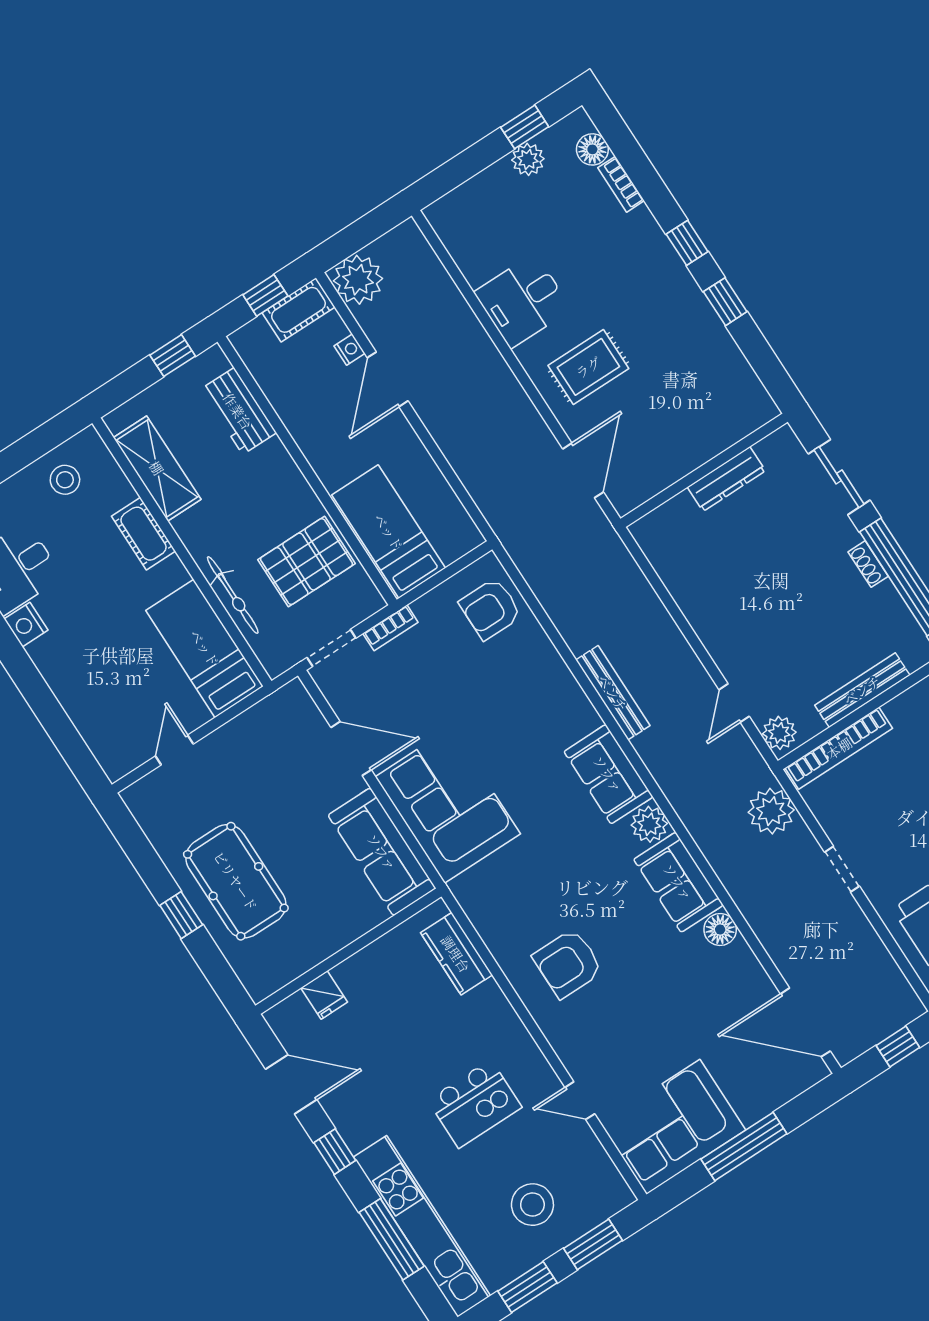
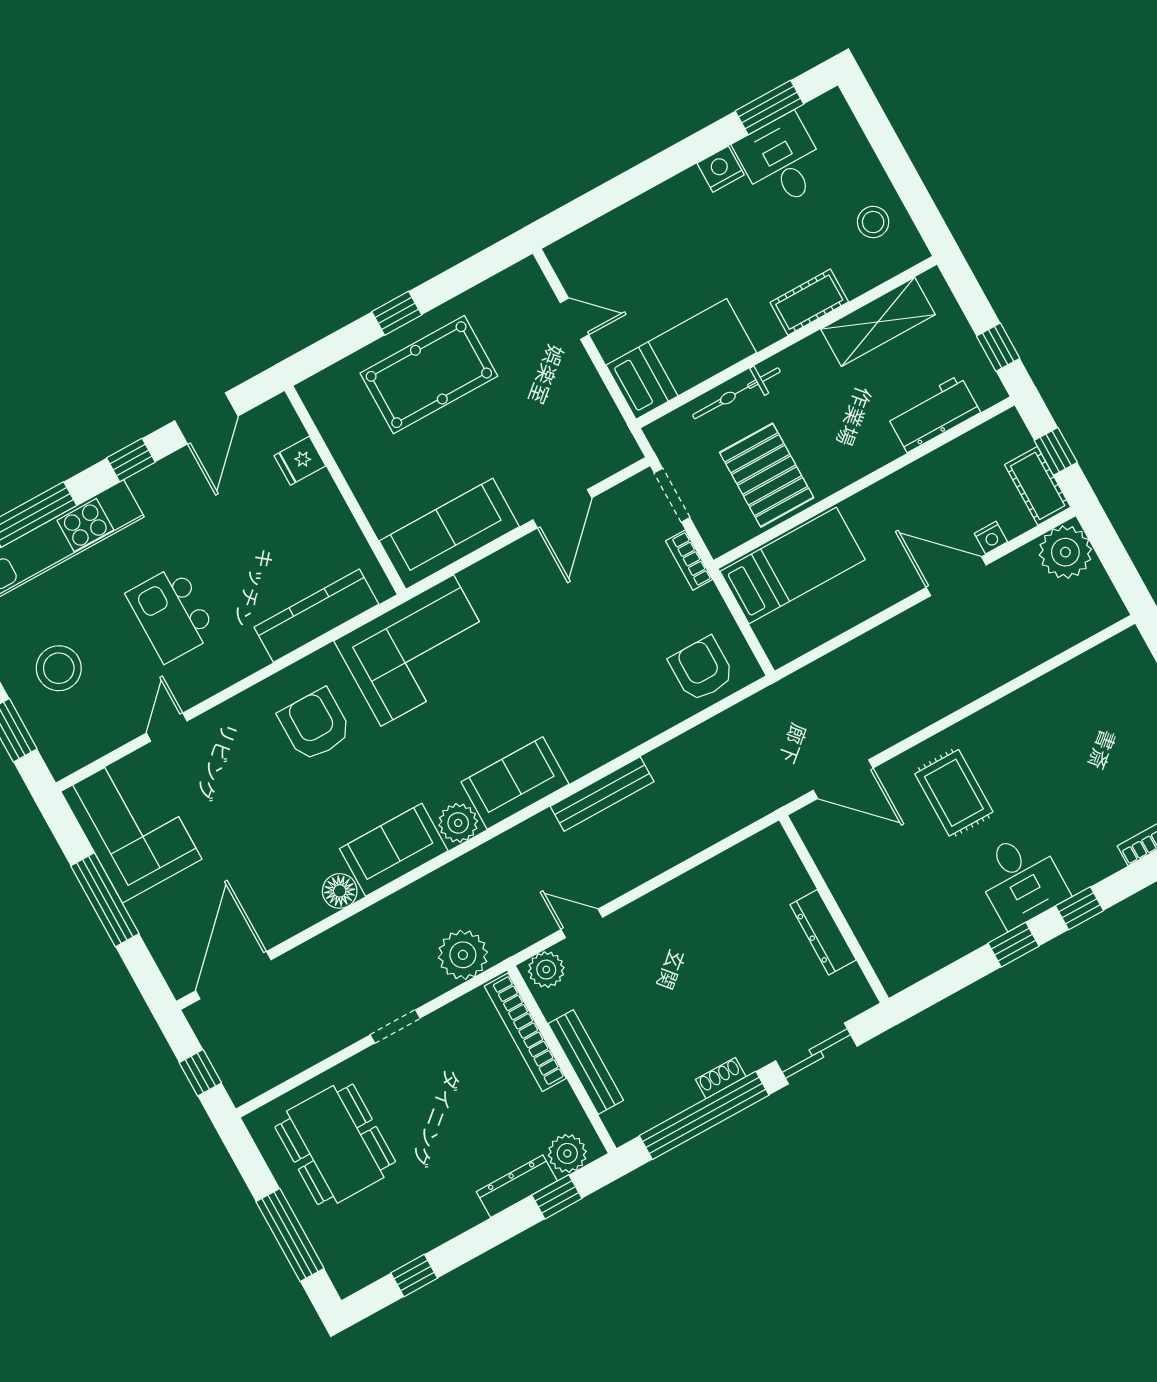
desk: (523, 301) -> (1021, 880), moved, turned 180
corner sofa: (448, 805) -> (417, 651), moved
kitchen counter: (456, 954) -> (316, 616), width x1.50

